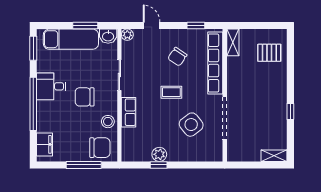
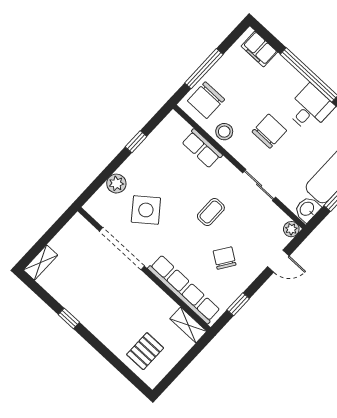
coffee table: (171, 92) -> (211, 212), moved
row of seats: (129, 112) -> (202, 149), moved
plant: (159, 154) -> (116, 184), moved

